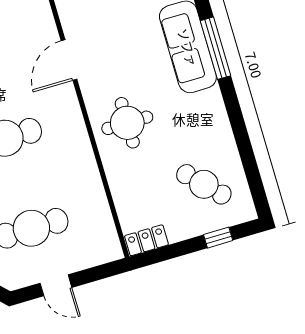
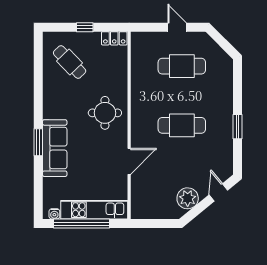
window: (216, 48) -> (38, 142), width x0.69
window: (218, 238) -> (85, 27), moved

